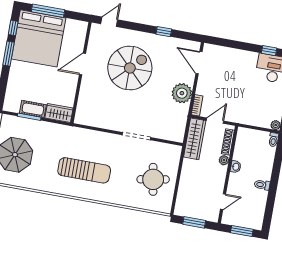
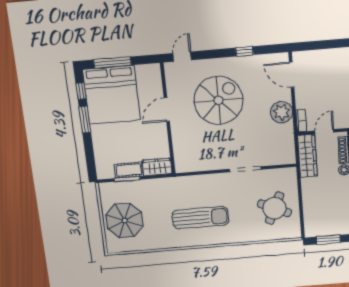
round table: (153, 179) -> (275, 208), turned 34

